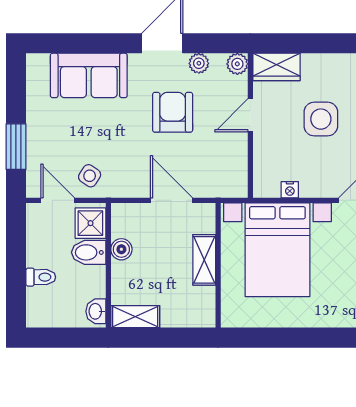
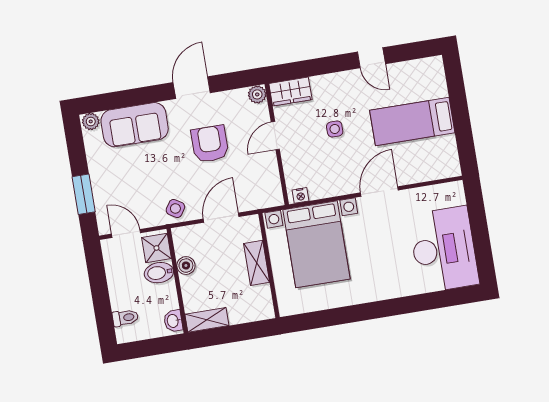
plant: (199, 63) -> (91, 121), moved
side table: (321, 119) -> (335, 129), width x0.54, depth x0.54
side table: (90, 176) -> (175, 208), moved
nightstand: (290, 190) -> (301, 195), moved
door: (172, 200) -> (221, 218), hinge flipped
toilet: (41, 277) -> (125, 318), moved

